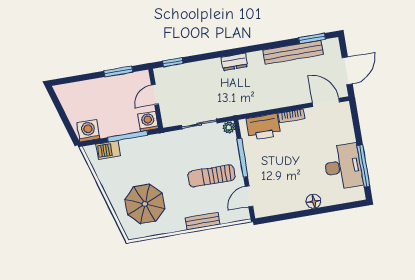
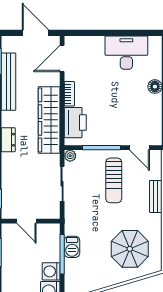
wardrobe: (261, 100) -> (49, 120), added
washing machine: (148, 121) -> (51, 271), moved
barbecue: (108, 150) -> (72, 247), moved
window: (363, 166) -> (129, 33), removed

